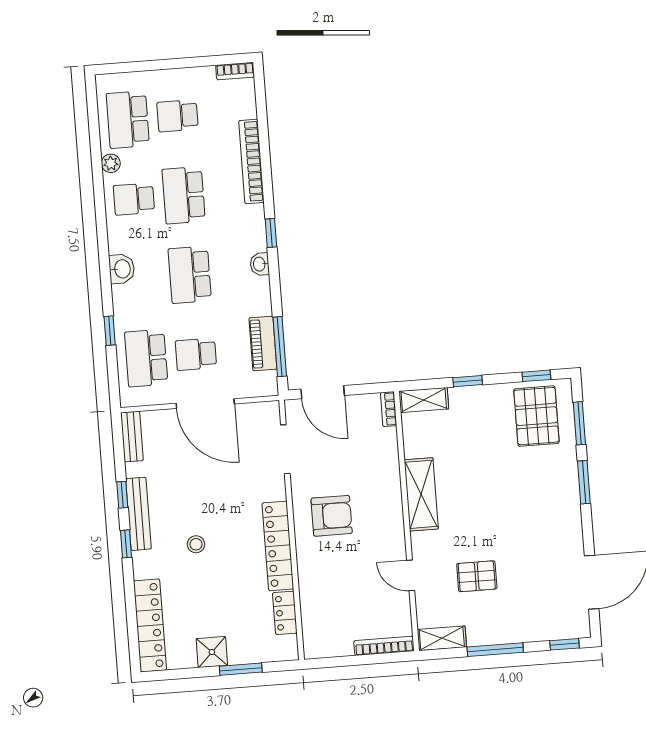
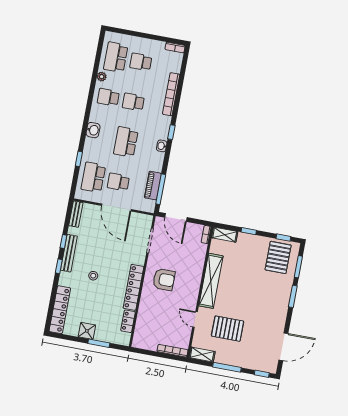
school desk: (184, 195) -> (133, 102), width x0.54
shelving: (421, 494) -> (211, 281), width x1.47
pallet: (477, 576) -> (228, 329), width x1.50, depth x1.42

